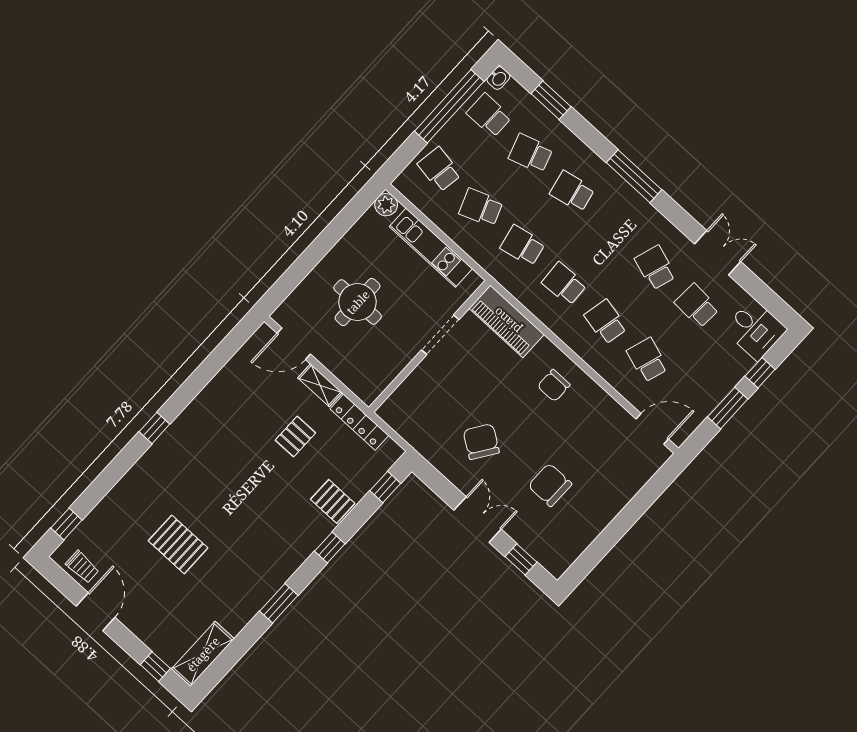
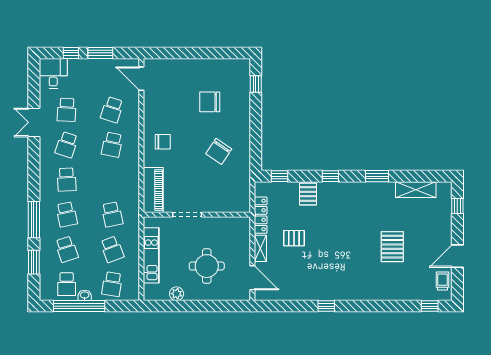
washbasin: (498, 78) -> (85, 295), moved
window: (634, 176) -> (34, 220), moved
plant: (386, 205) -> (177, 294), moved
school desk: (564, 284) -> (67, 180), moved
window: (154, 428) -> (326, 306), moved
chair: (550, 485) -> (210, 102), turned 90
double door: (478, 520) -> (256, 120), removed
shelving: (203, 654) -> (416, 190), moved

